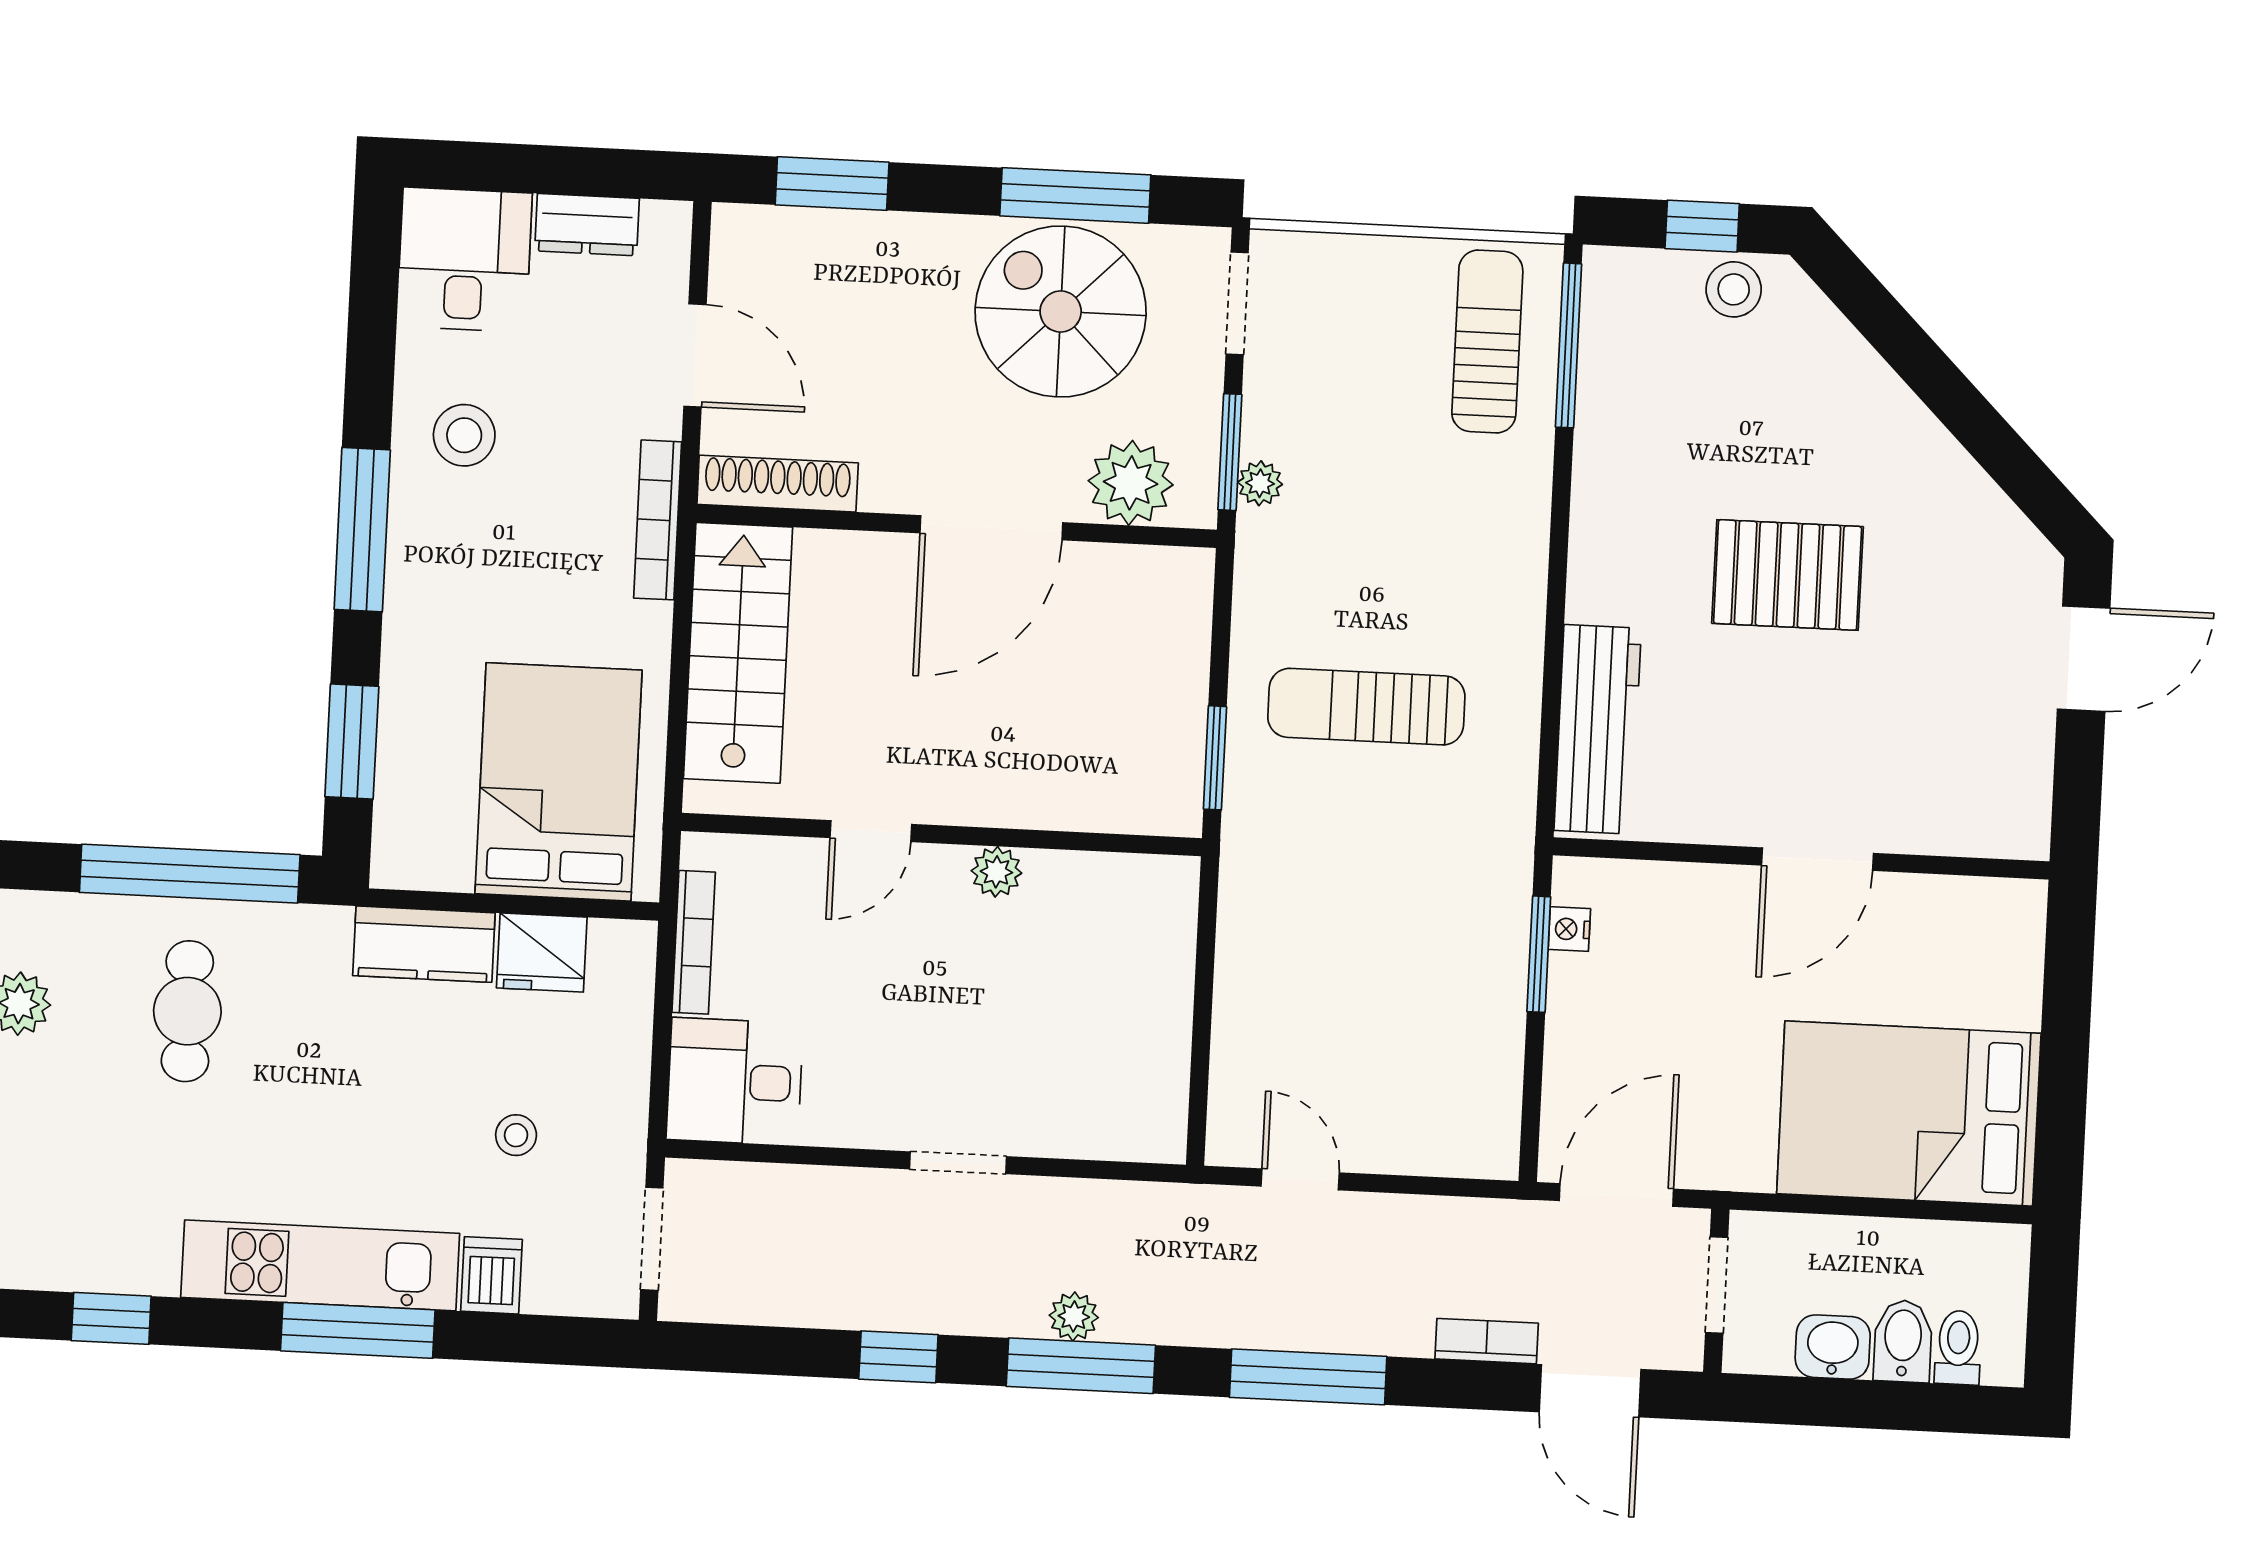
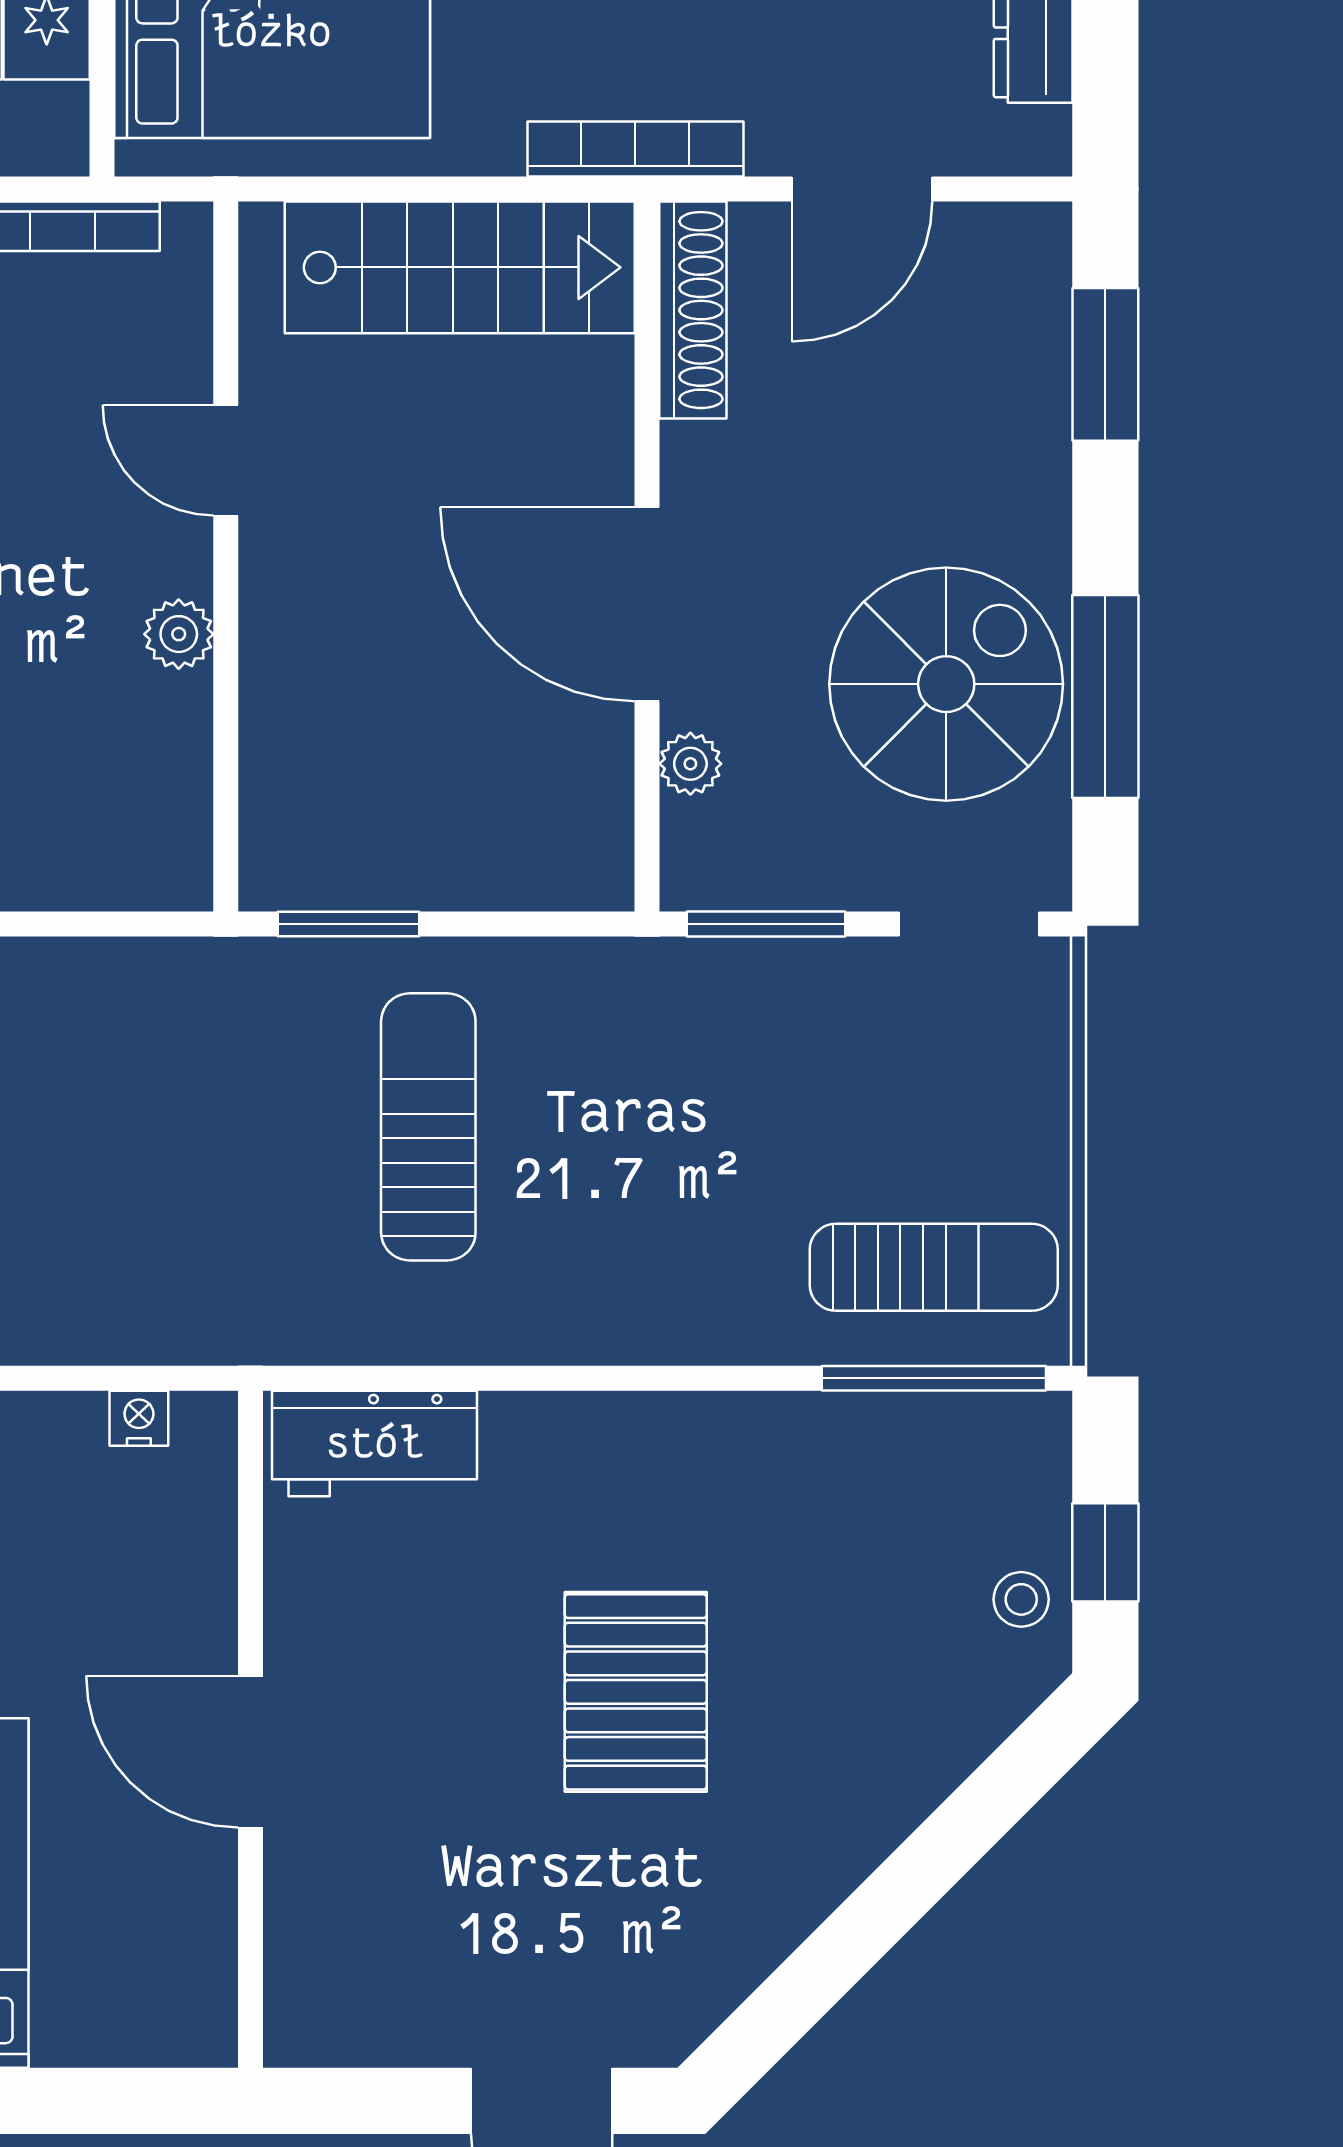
stool: (1734, 289) -> (1021, 1599), width x0.73, depth x0.73
plant: (1131, 483) -> (690, 764), width x0.53, depth x0.53
plant: (1260, 483) -> (726, 967), removed
workbench: (1598, 729) -> (375, 1443), width x0.73
window: (1539, 954) -> (103, 1378), removed

